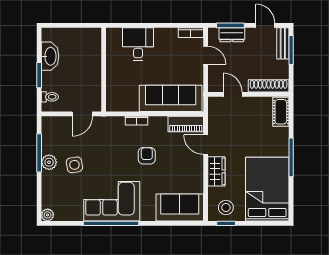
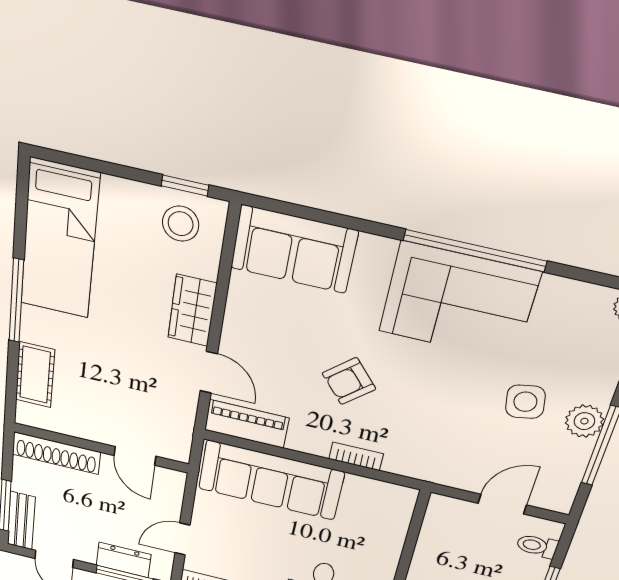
door: (206, 55) -> (182, 539), hinge flipped
cot: (281, 112) -> (35, 375), moved
door: (82, 114) -> (502, 504), moved
armchair: (147, 156) -> (349, 381), turned 49
bed: (267, 189) -> (60, 240), width x0.67

